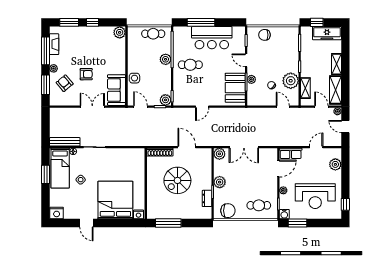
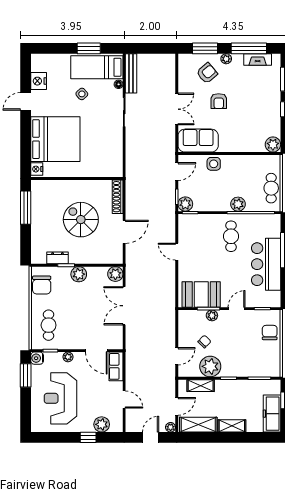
window: (345, 204) -> (88, 437), moved
nightstand: (57, 213) -> (39, 81), moved

